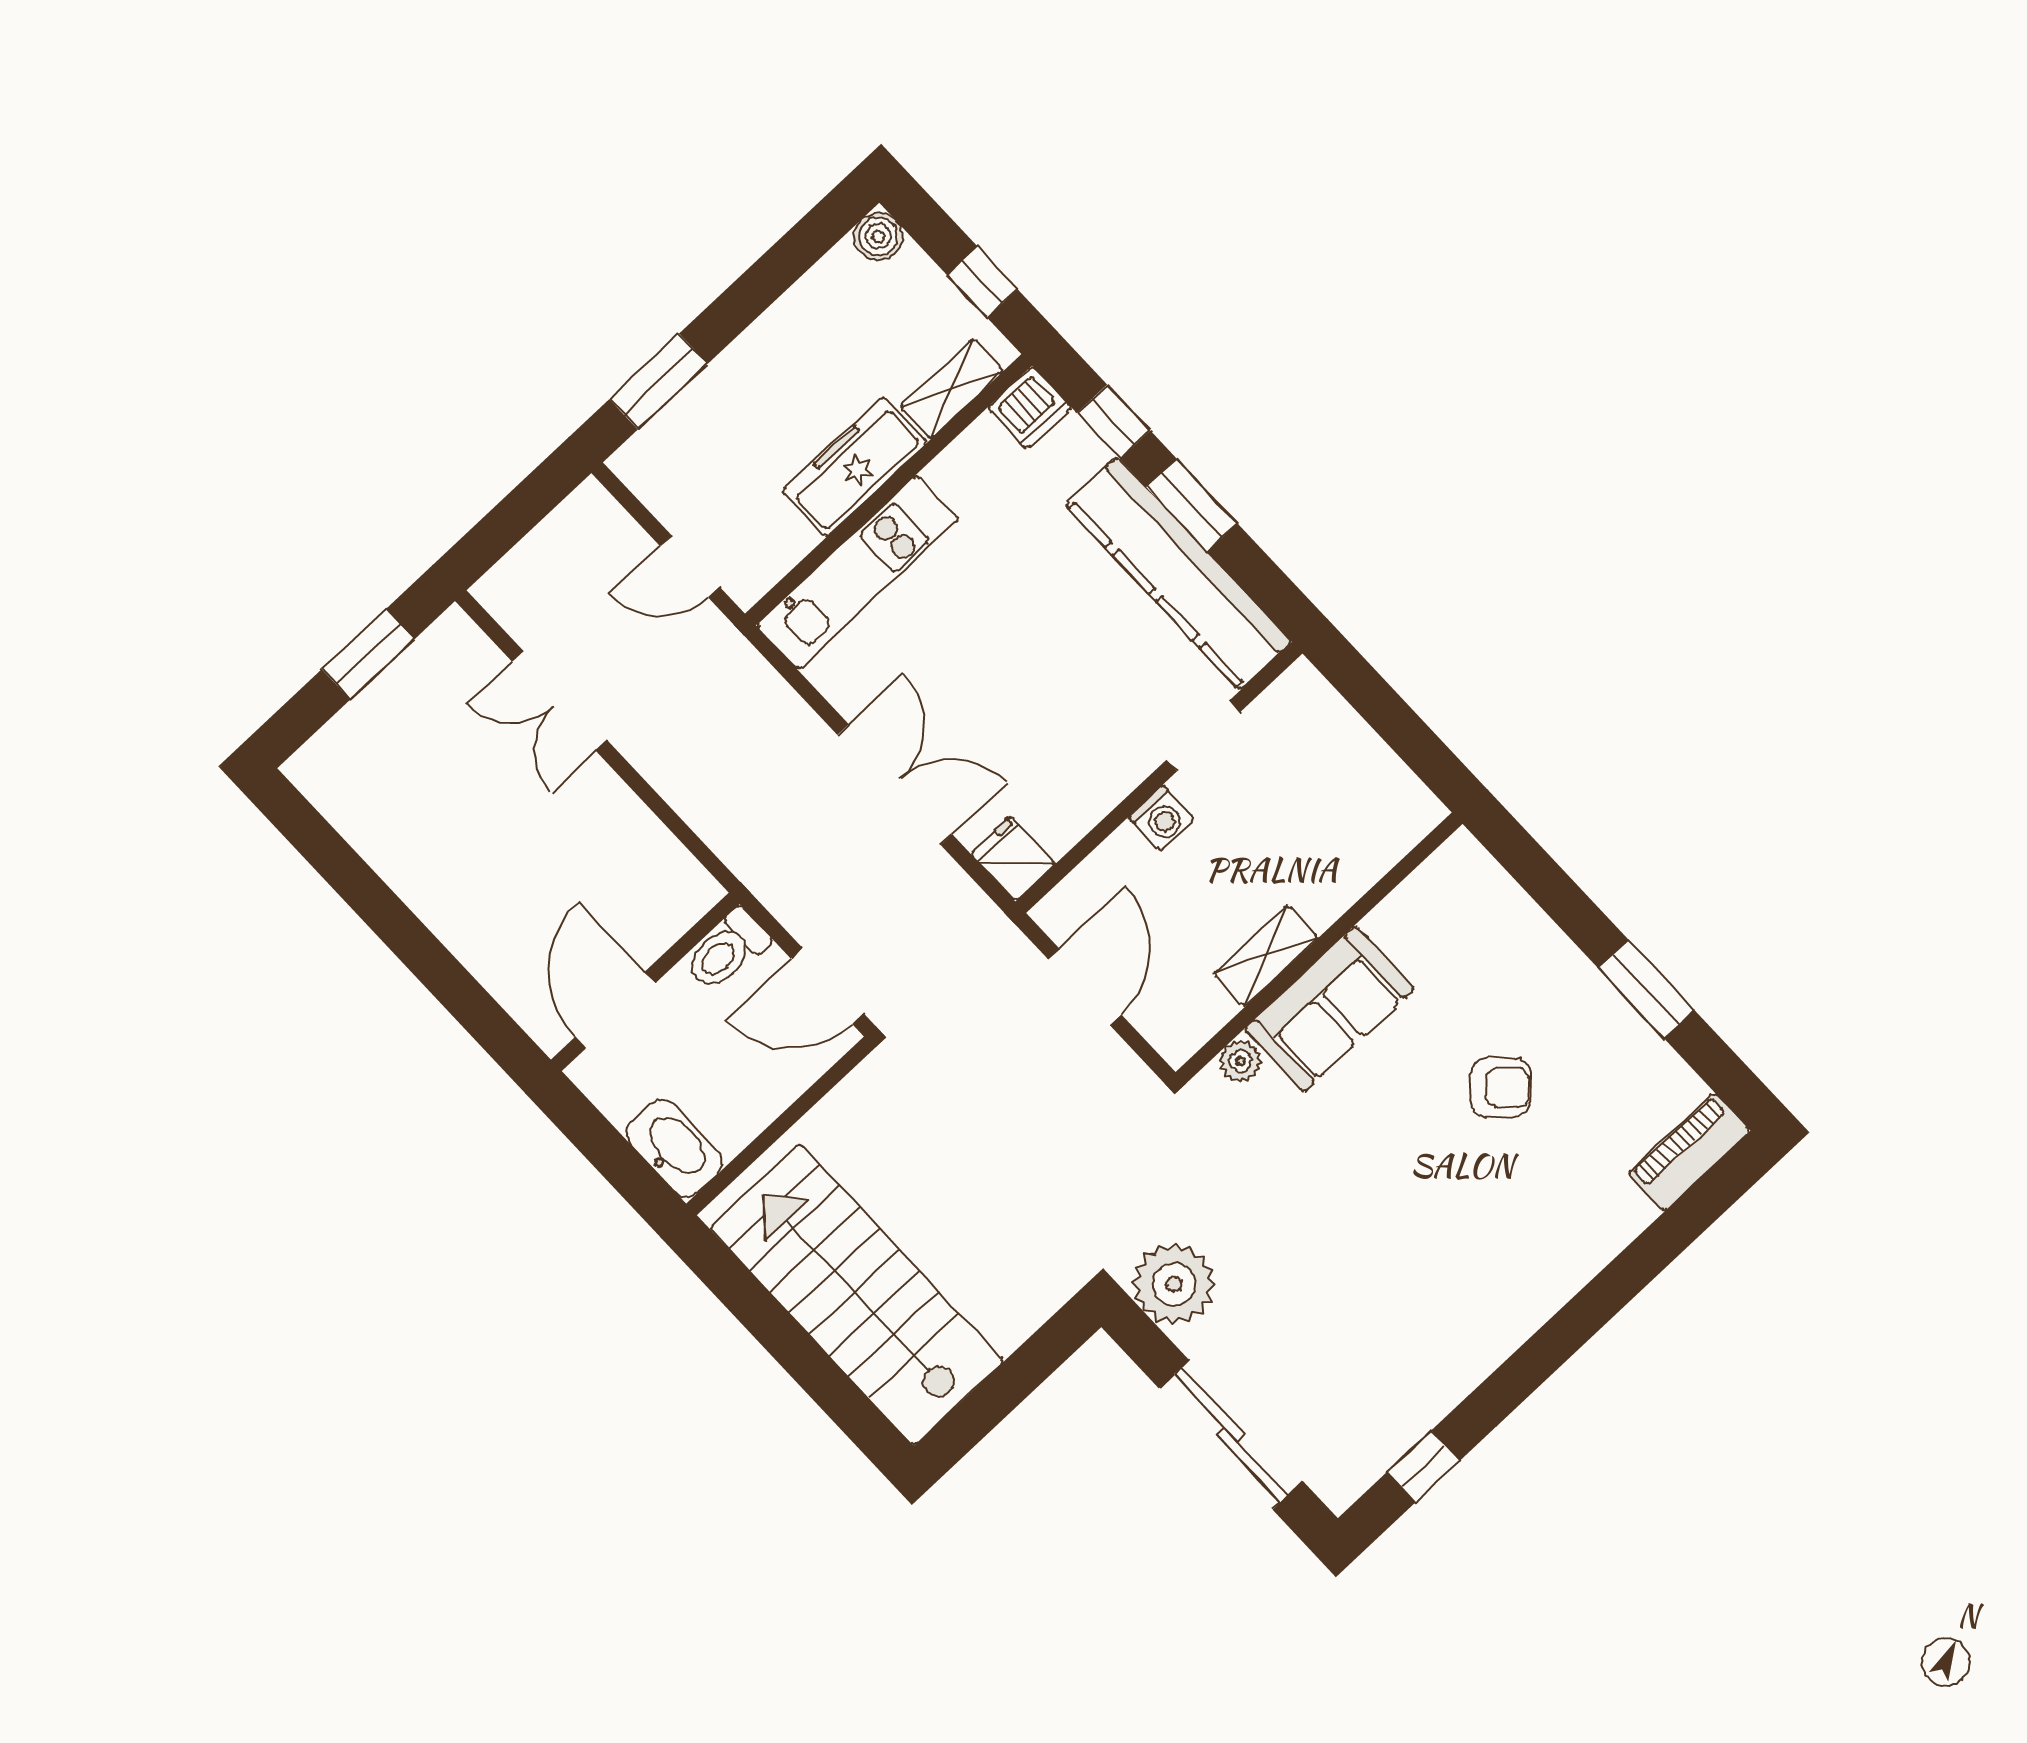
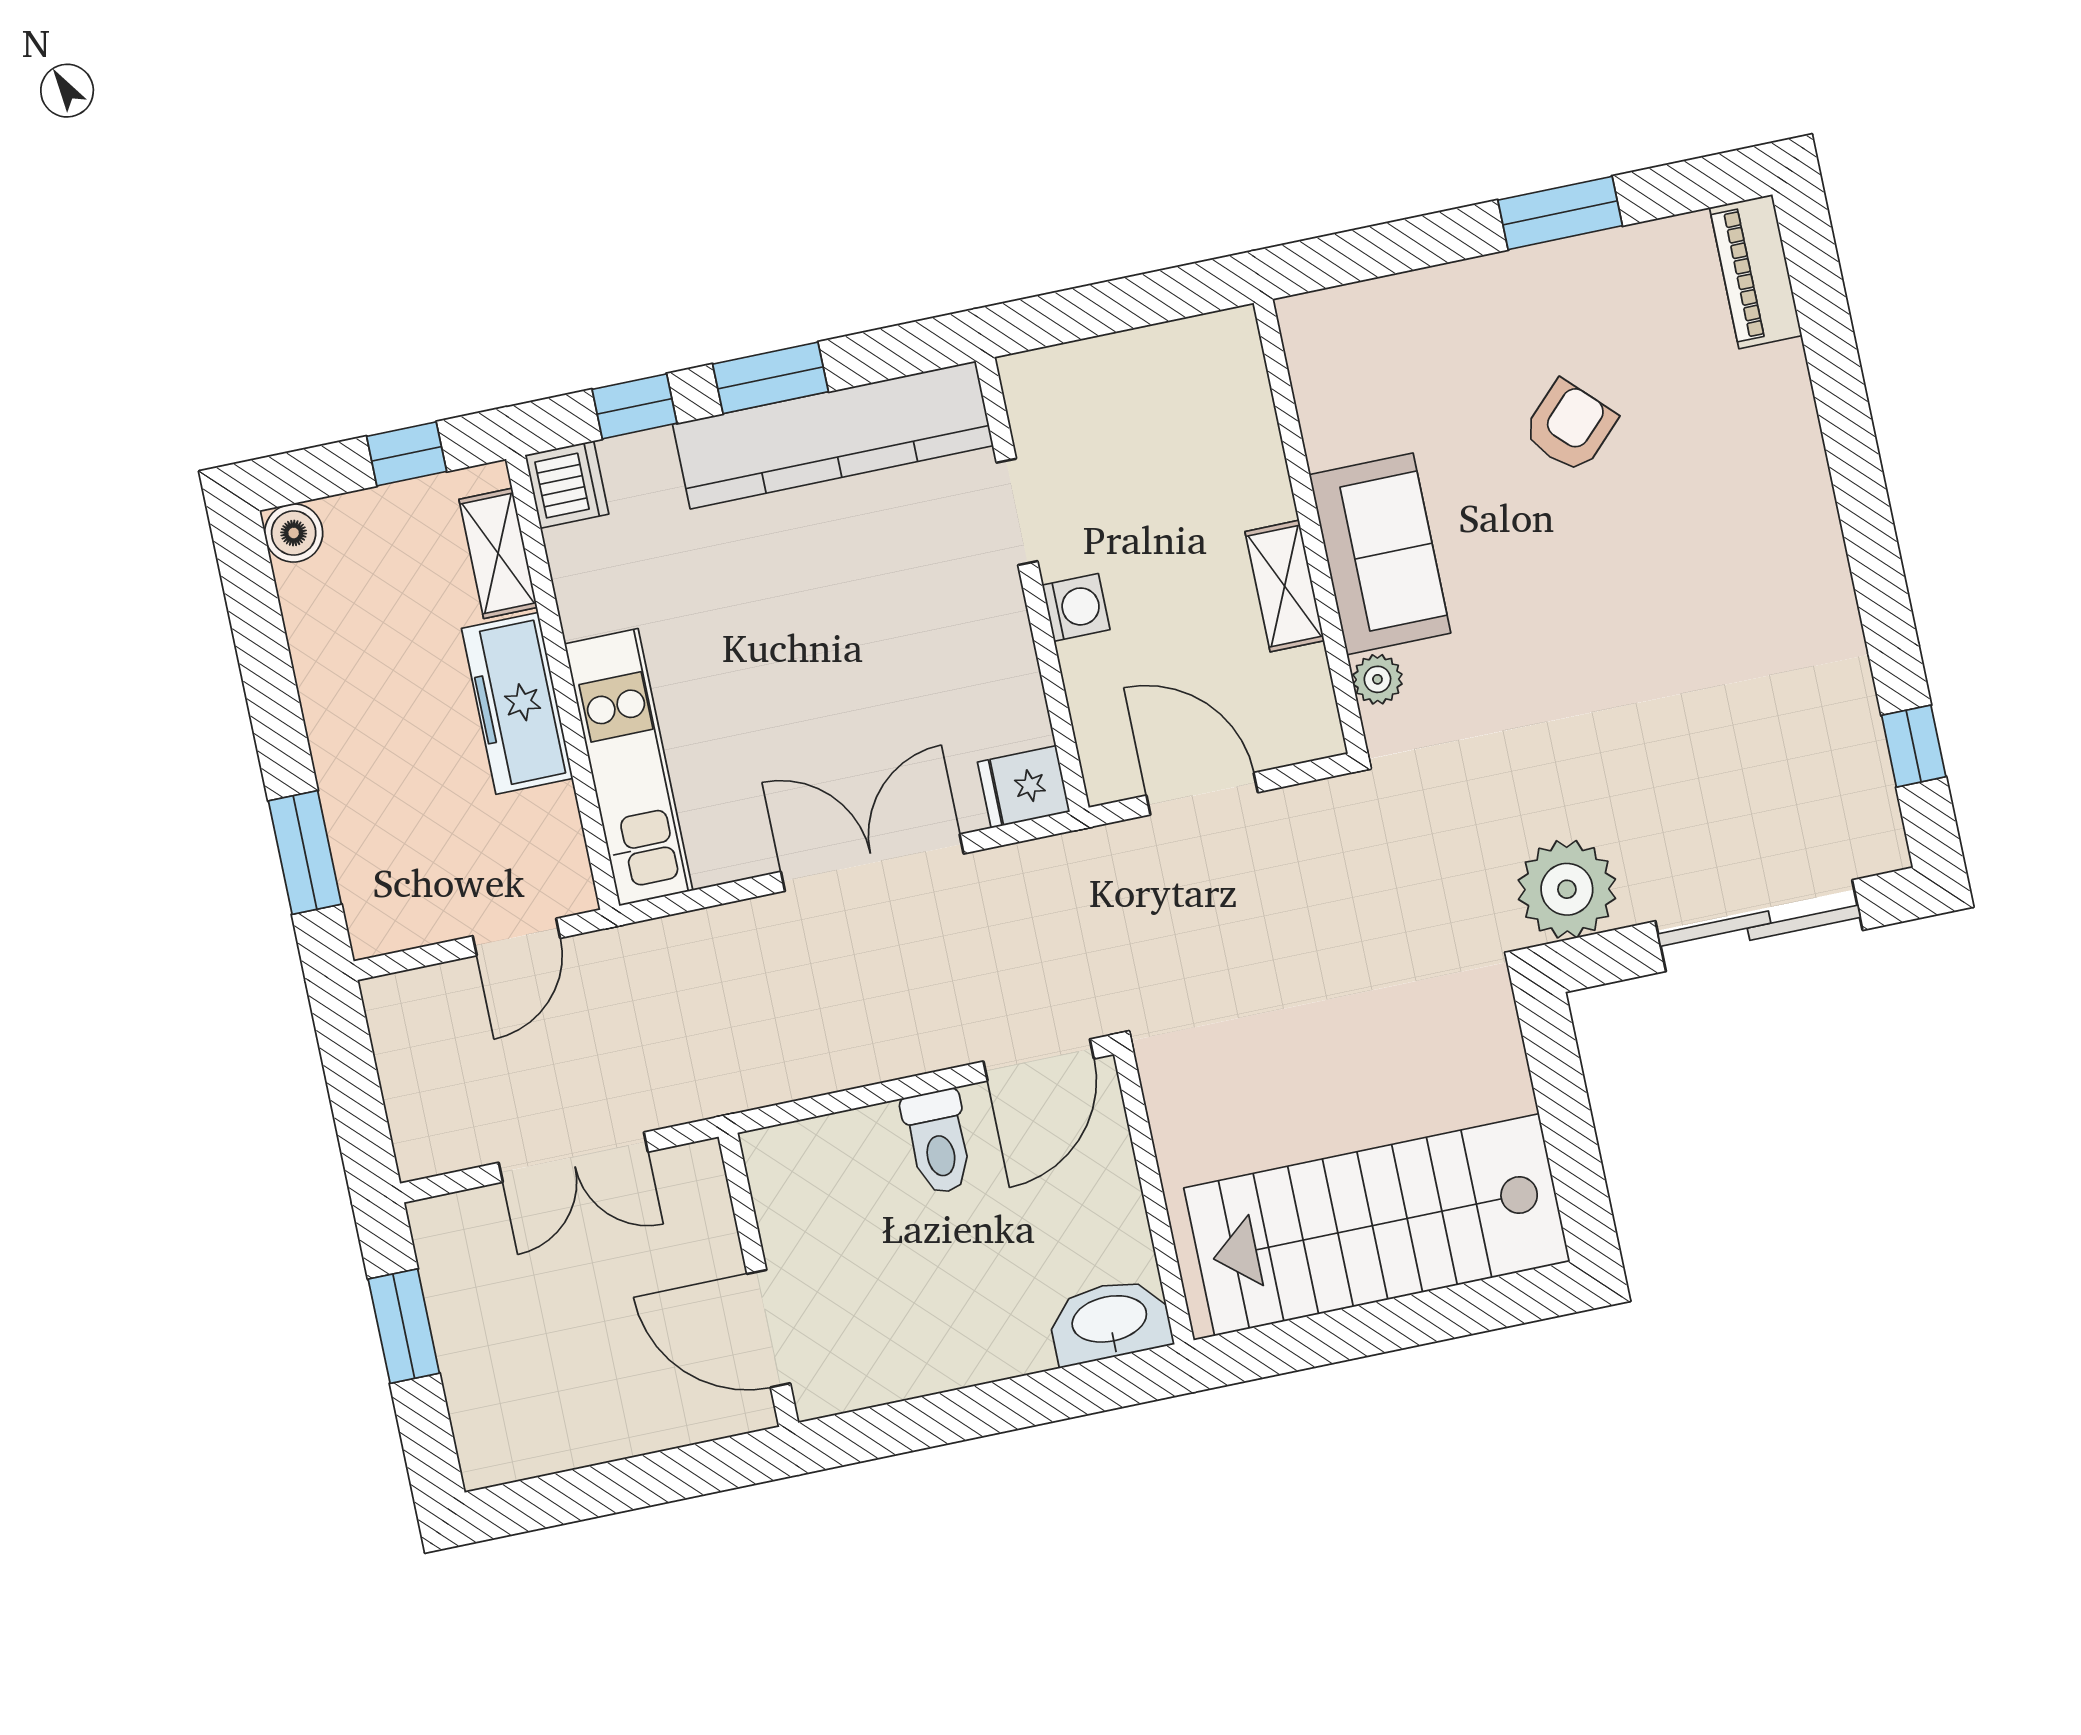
wall: (645, 982) -> (758, 1280), moved
door: (615, 1010) -> (769, 1329), moved

